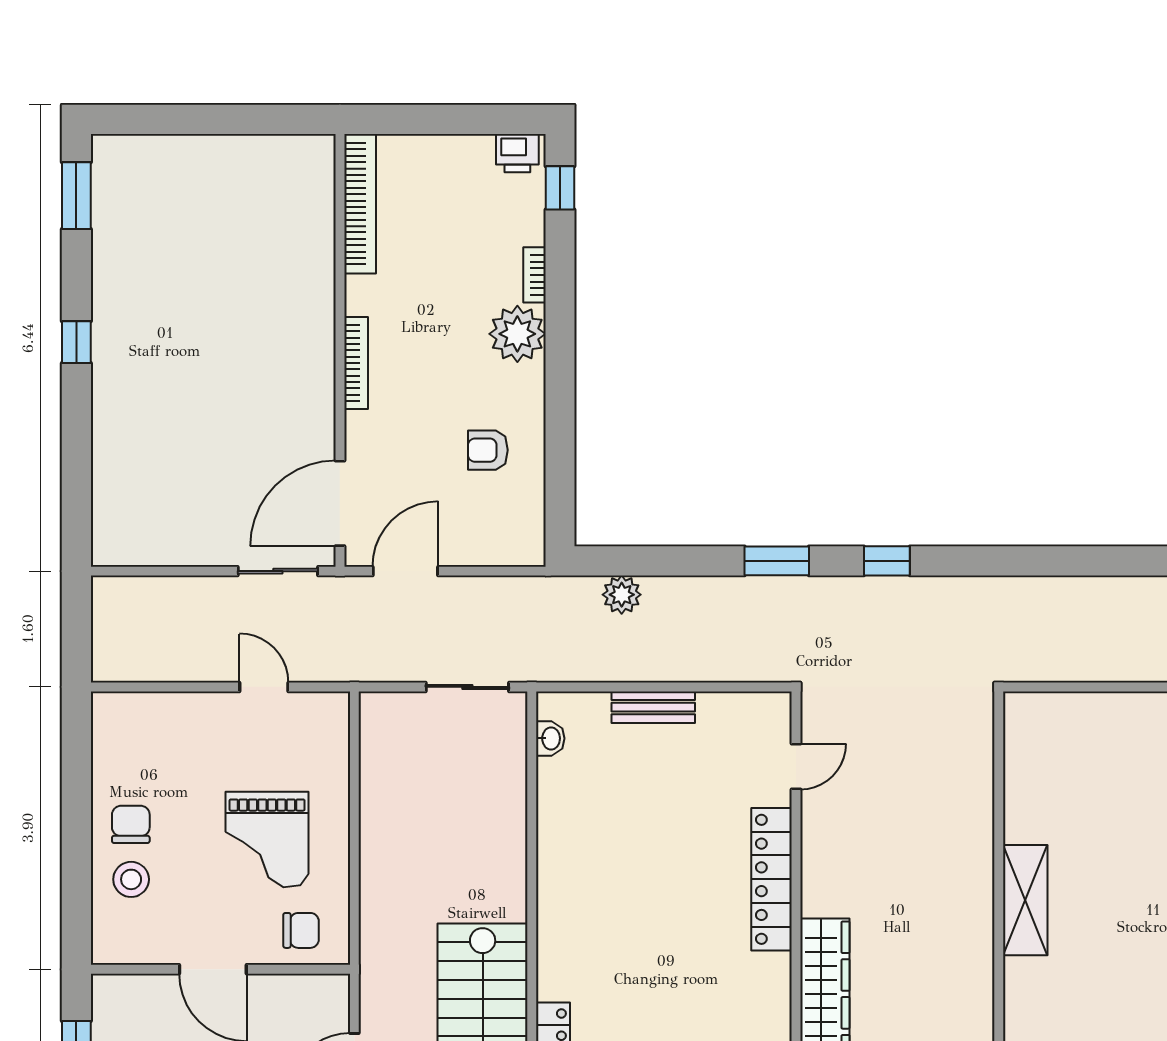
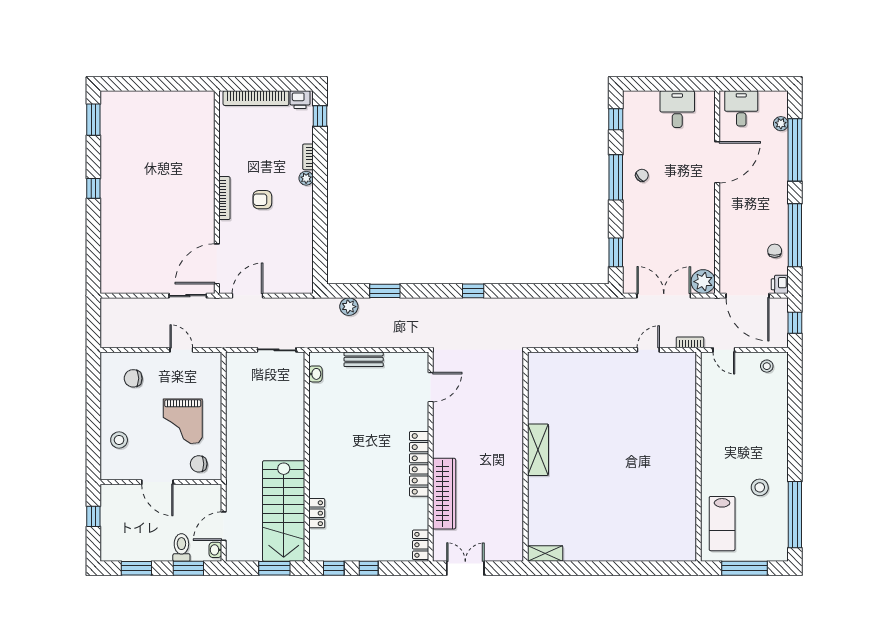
bookcase: (360, 204) -> (256, 98), moved, turned 90
plant: (517, 334) -> (306, 178), width x0.53, depth x0.53
armchair: (488, 450) -> (262, 200), moved
window: (777, 561) -> (385, 291), moved
door: (796, 766) -> (431, 387), width x1.38
chair: (131, 824) -> (133, 378), moved, turned -90
locker: (771, 879) -> (419, 464), moved
chair: (301, 930) -> (199, 464), turned 180

